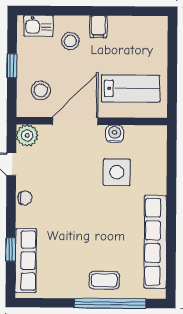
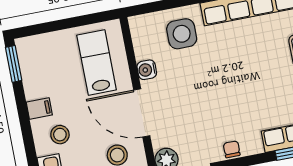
window: (145, 11) -> (14, 64), added
side table: (117, 172) -> (182, 34), moved

